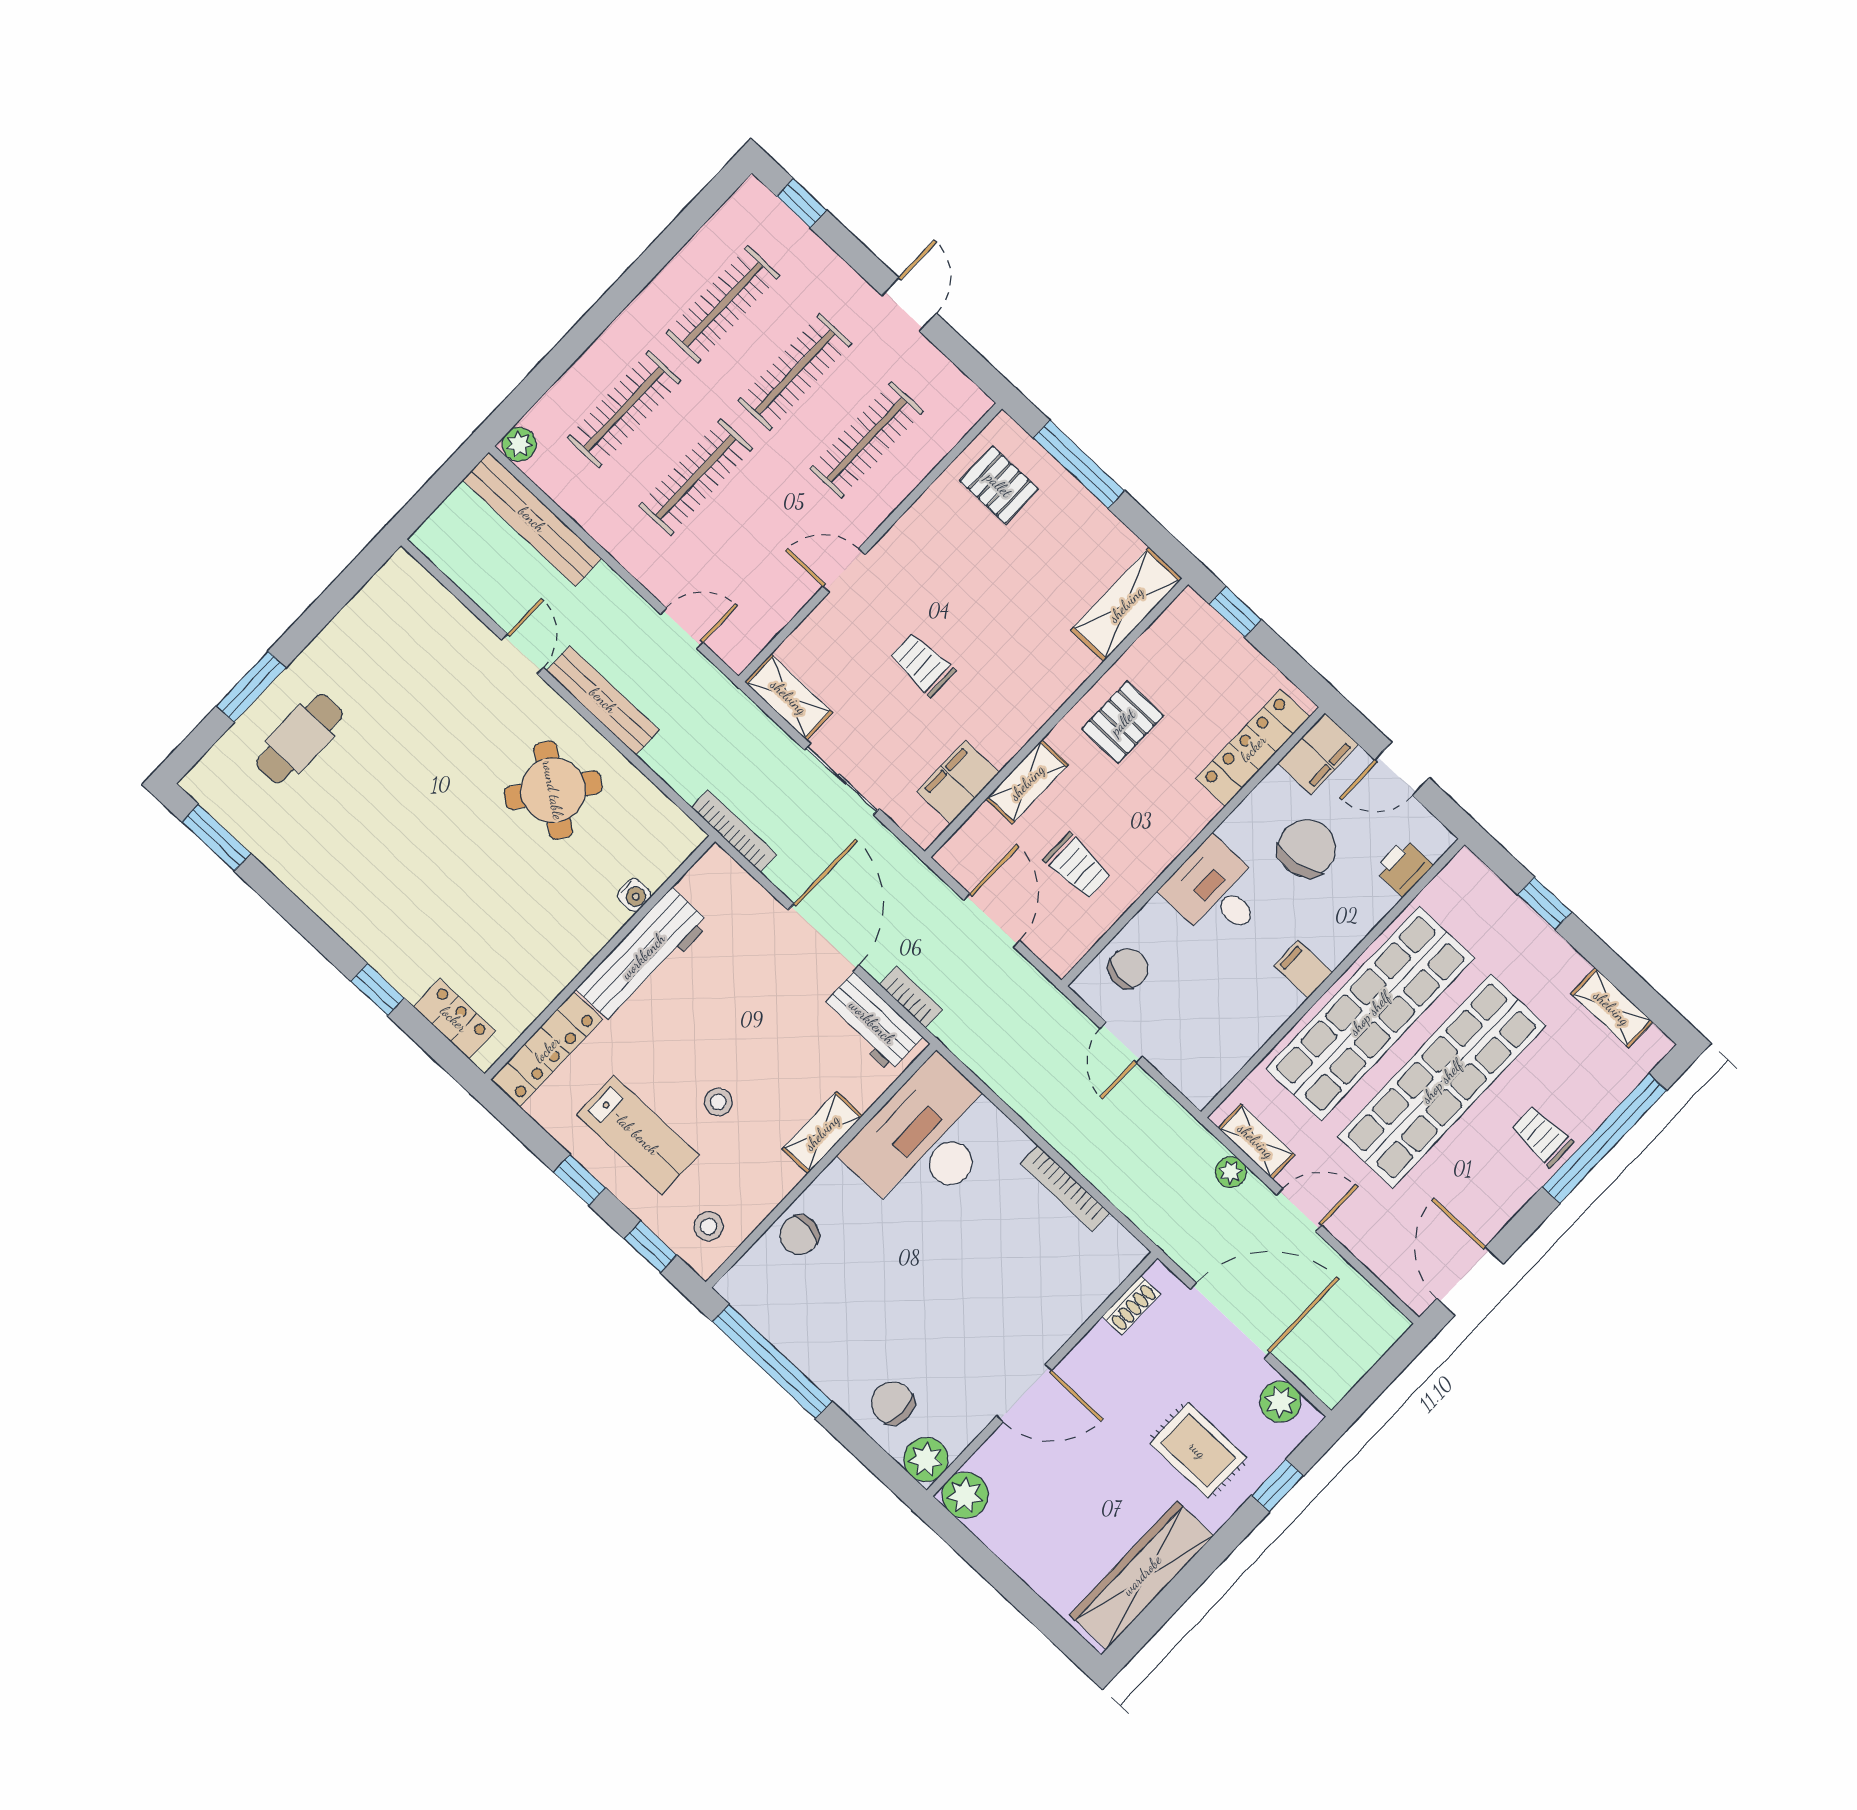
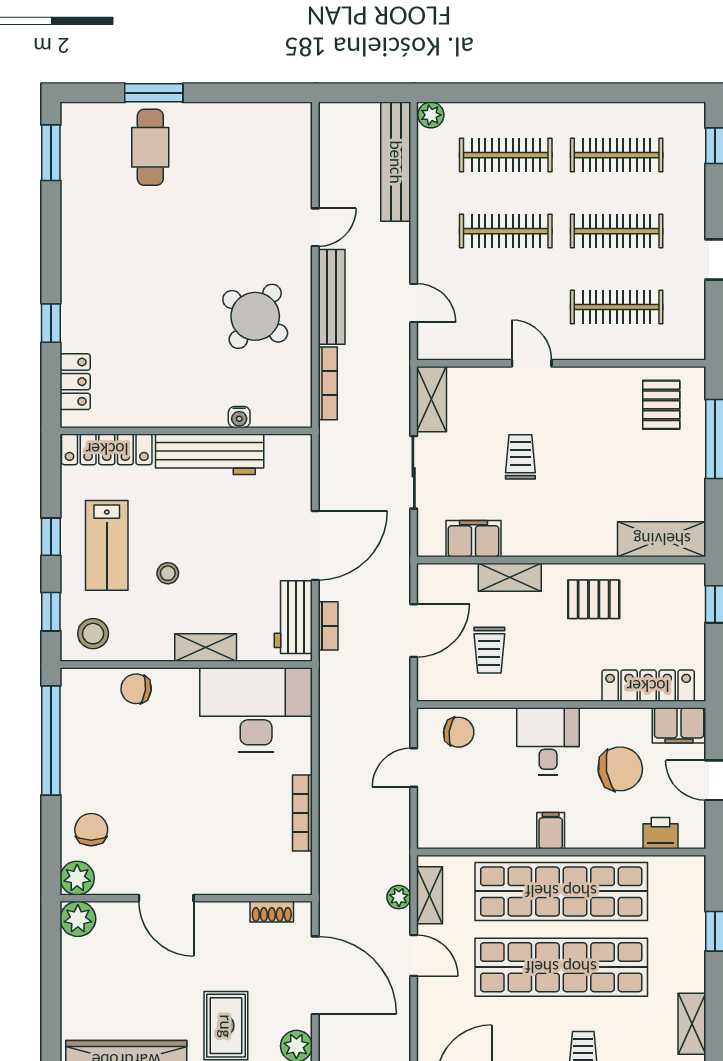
cafe table: (300, 739) -> (150, 147), turned 90
bookcase: (734, 831) -> (328, 383), moved
stool: (709, 1226) -> (93, 634), width x1.37, depth x1.37

